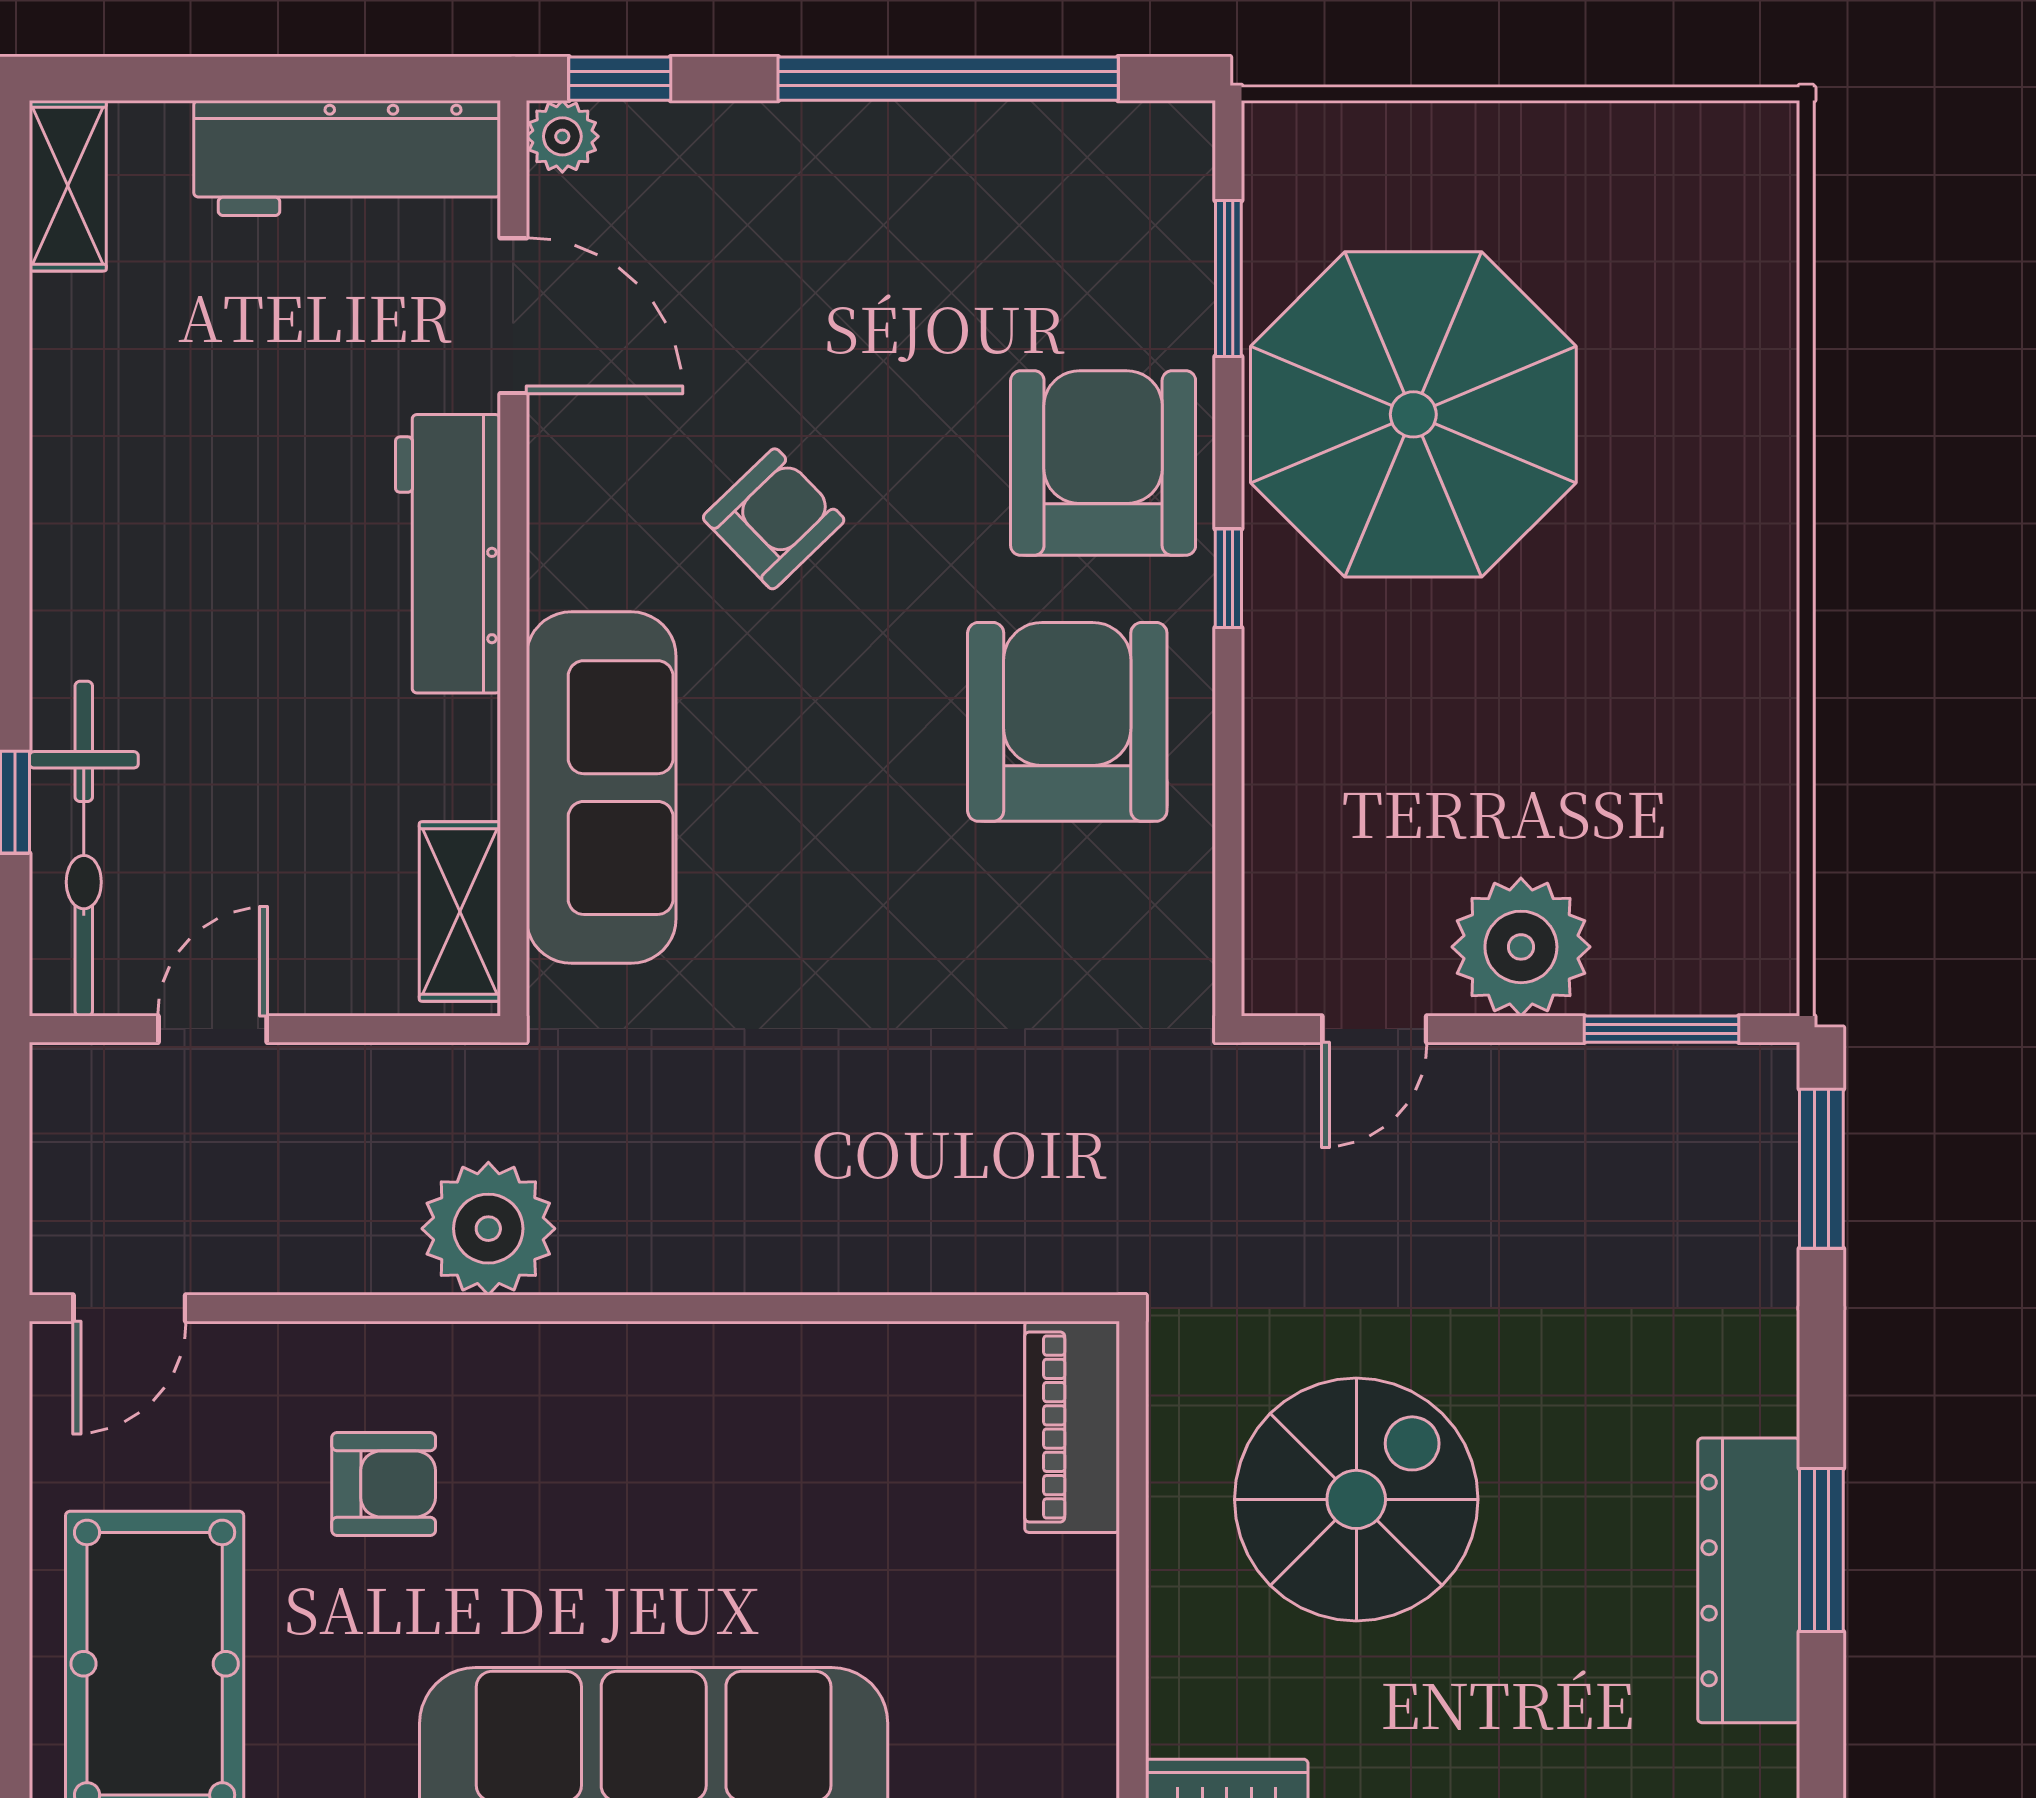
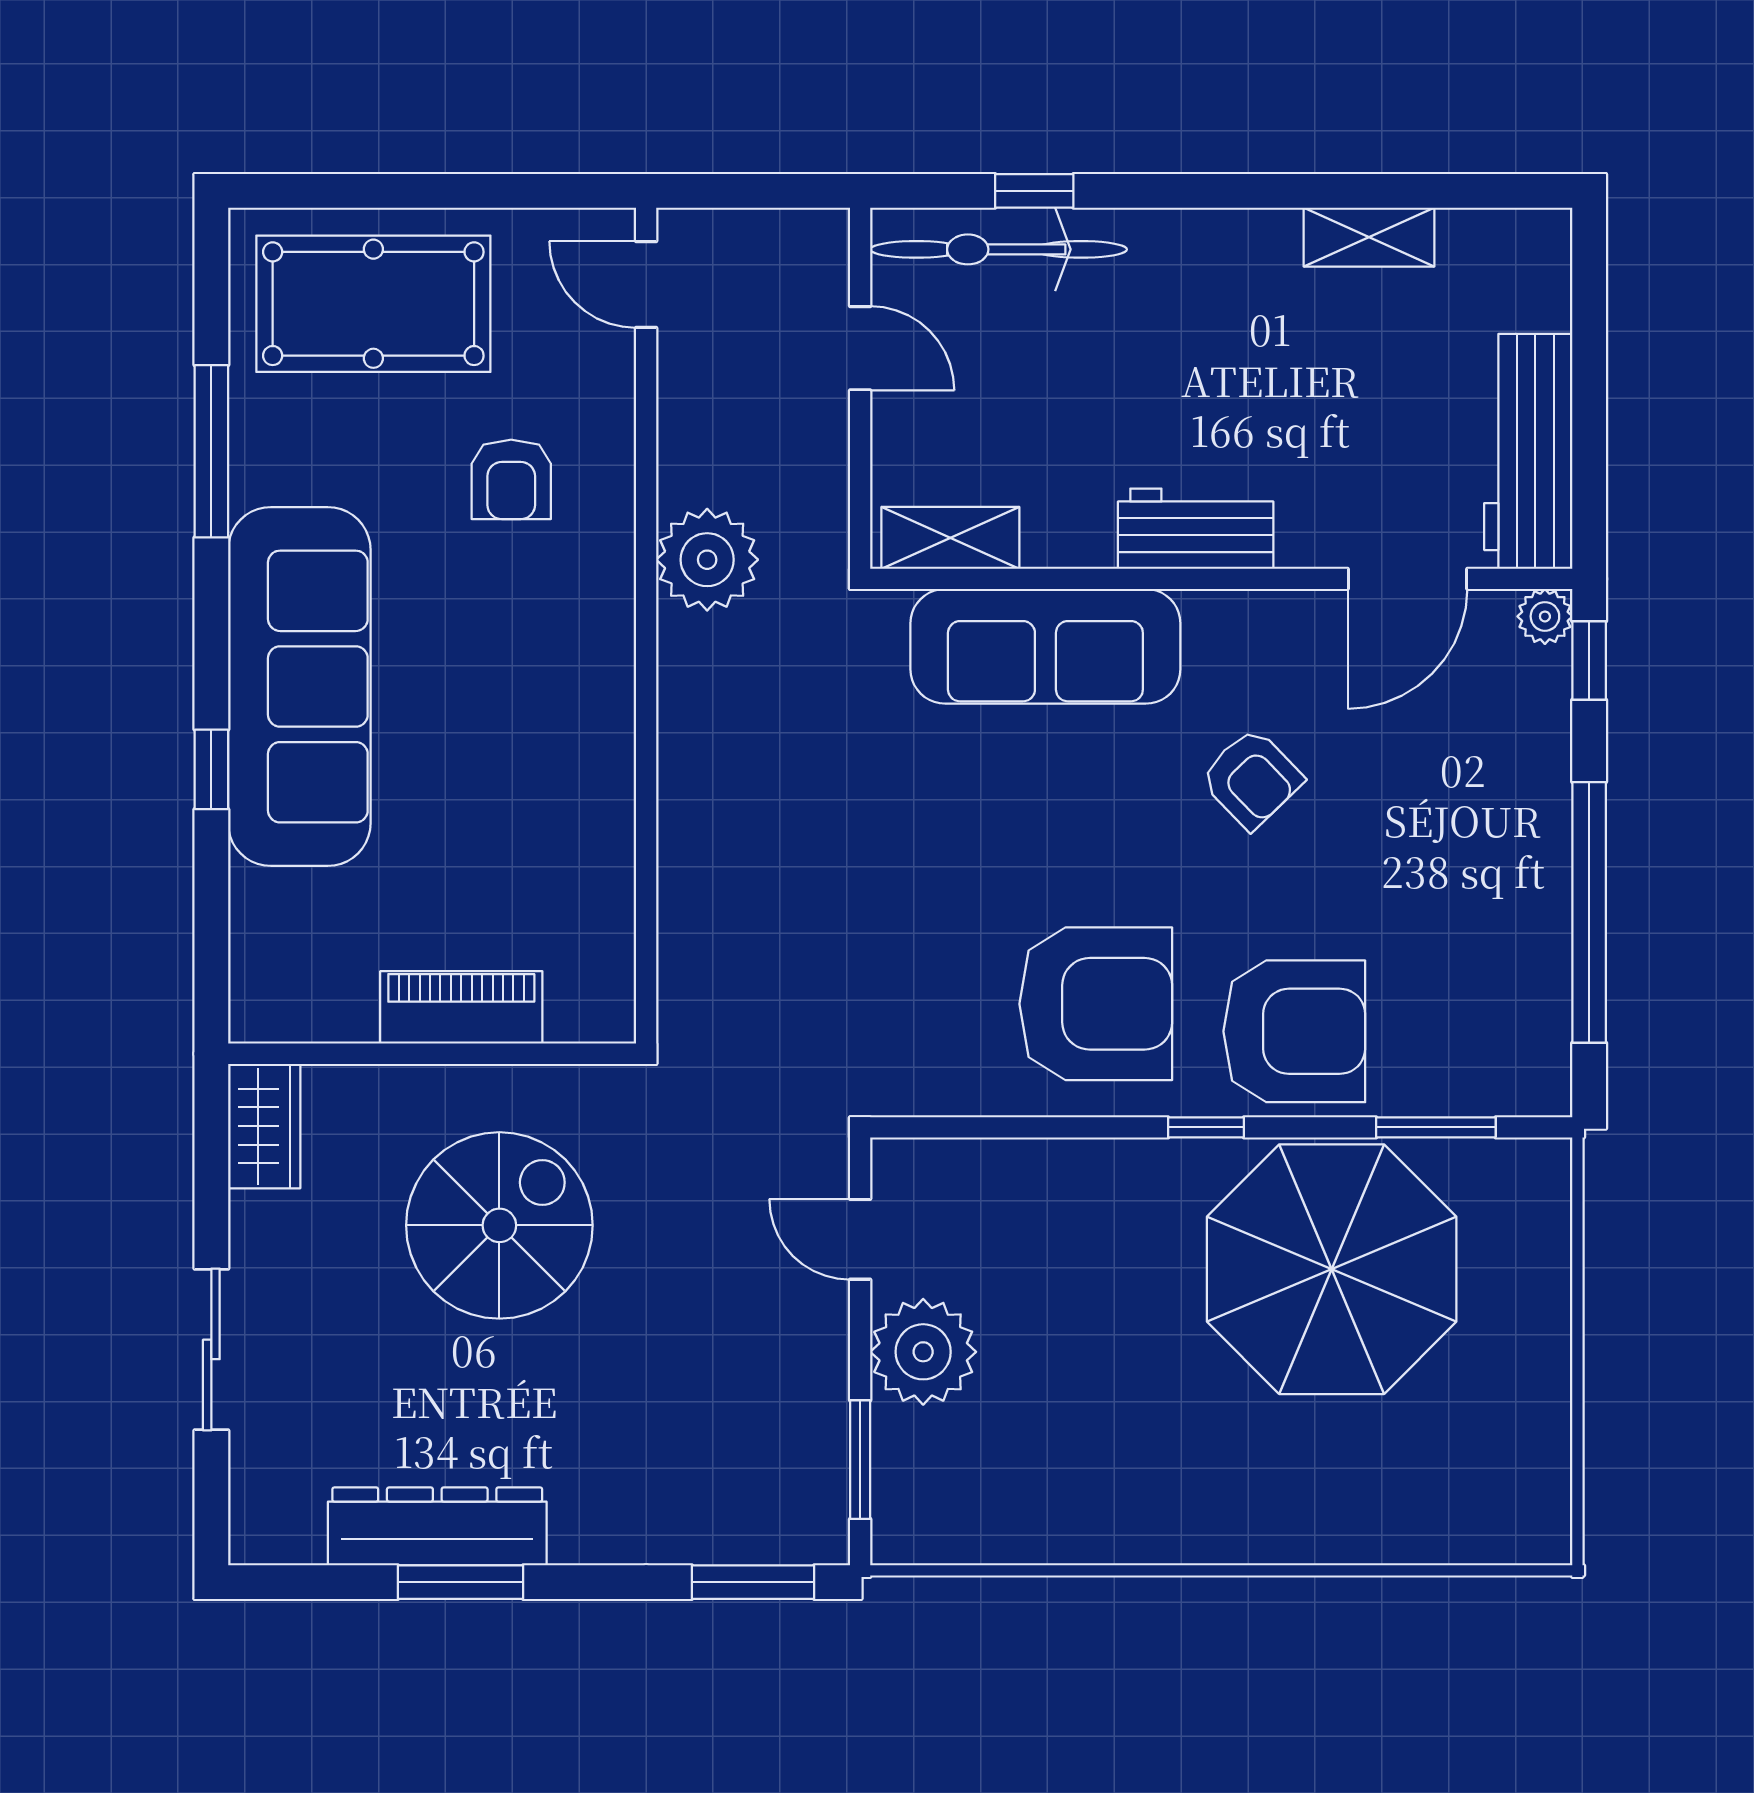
shelving: (68, 186) -> (1369, 237), moved
workbench: (448, 554) -> (1196, 529), width x0.73
piano: (1072, 1427) -> (461, 1007), moved
spiral stairs: (1356, 1499) -> (499, 1225), turned -90

